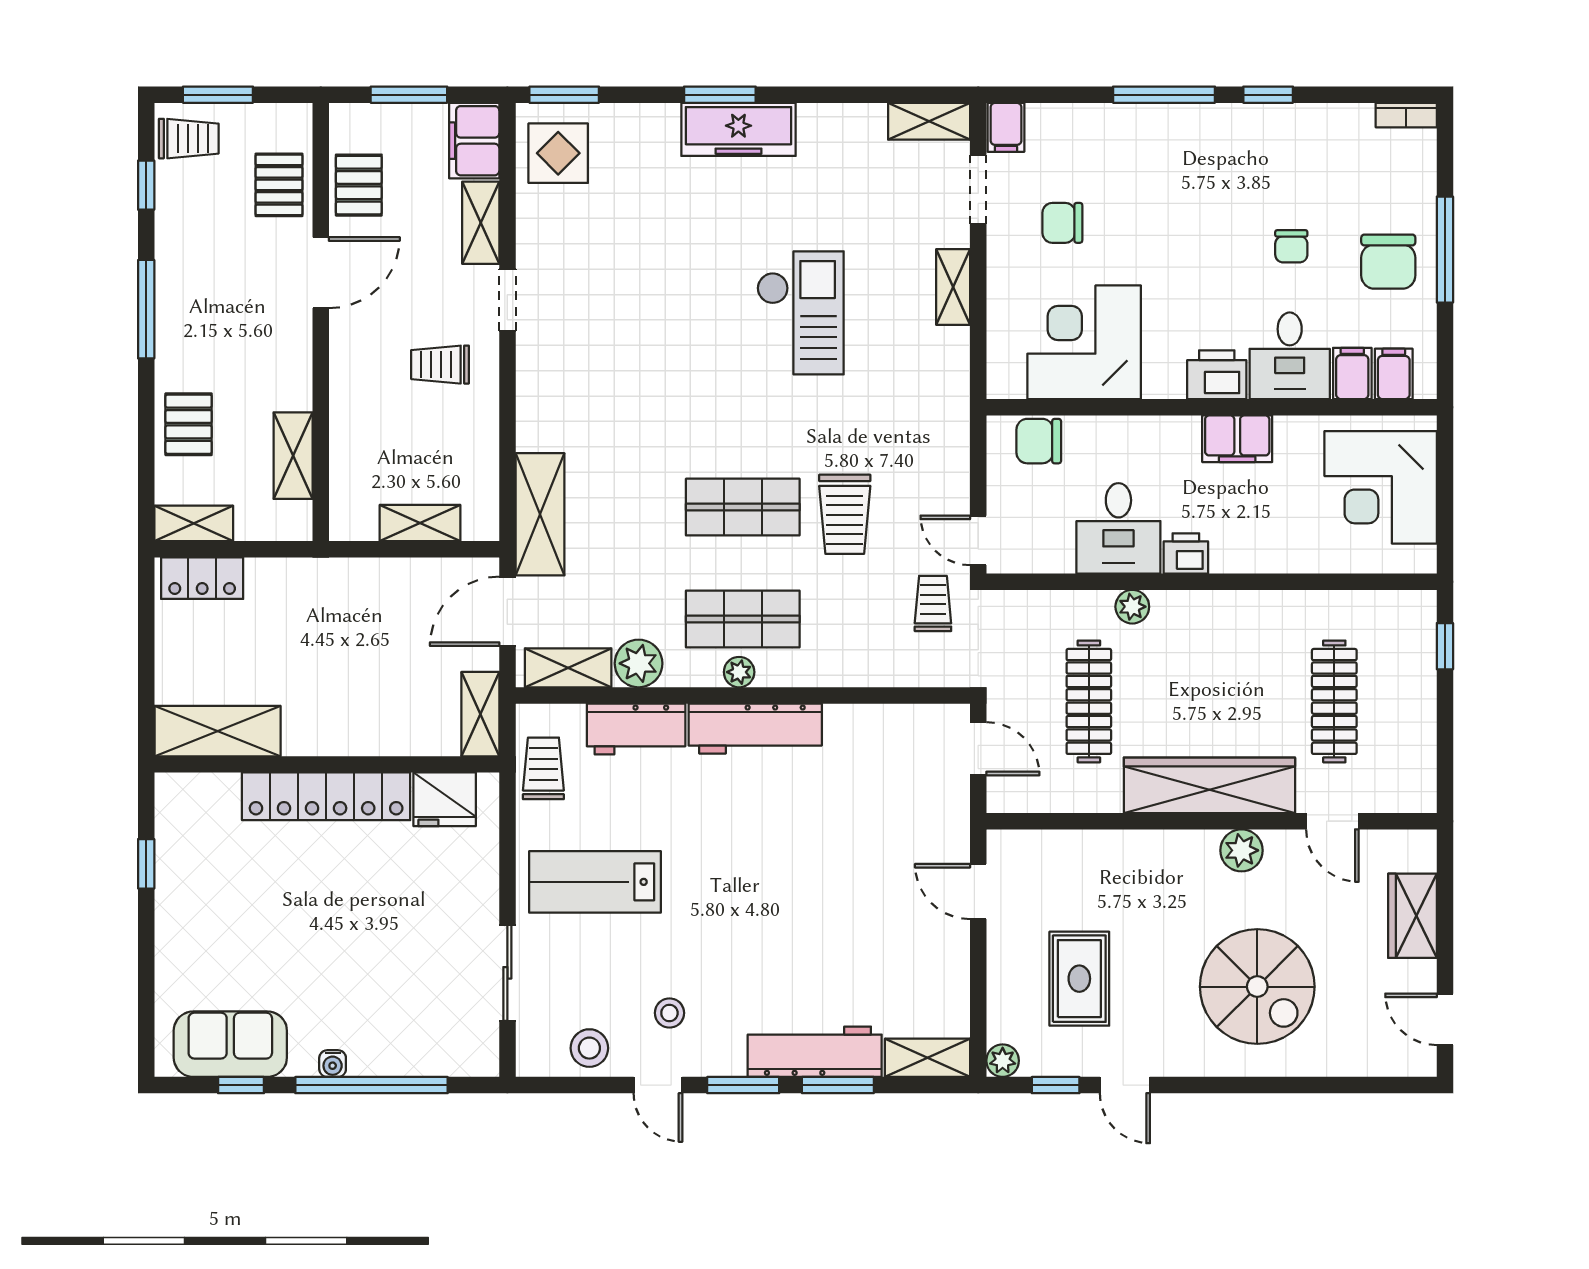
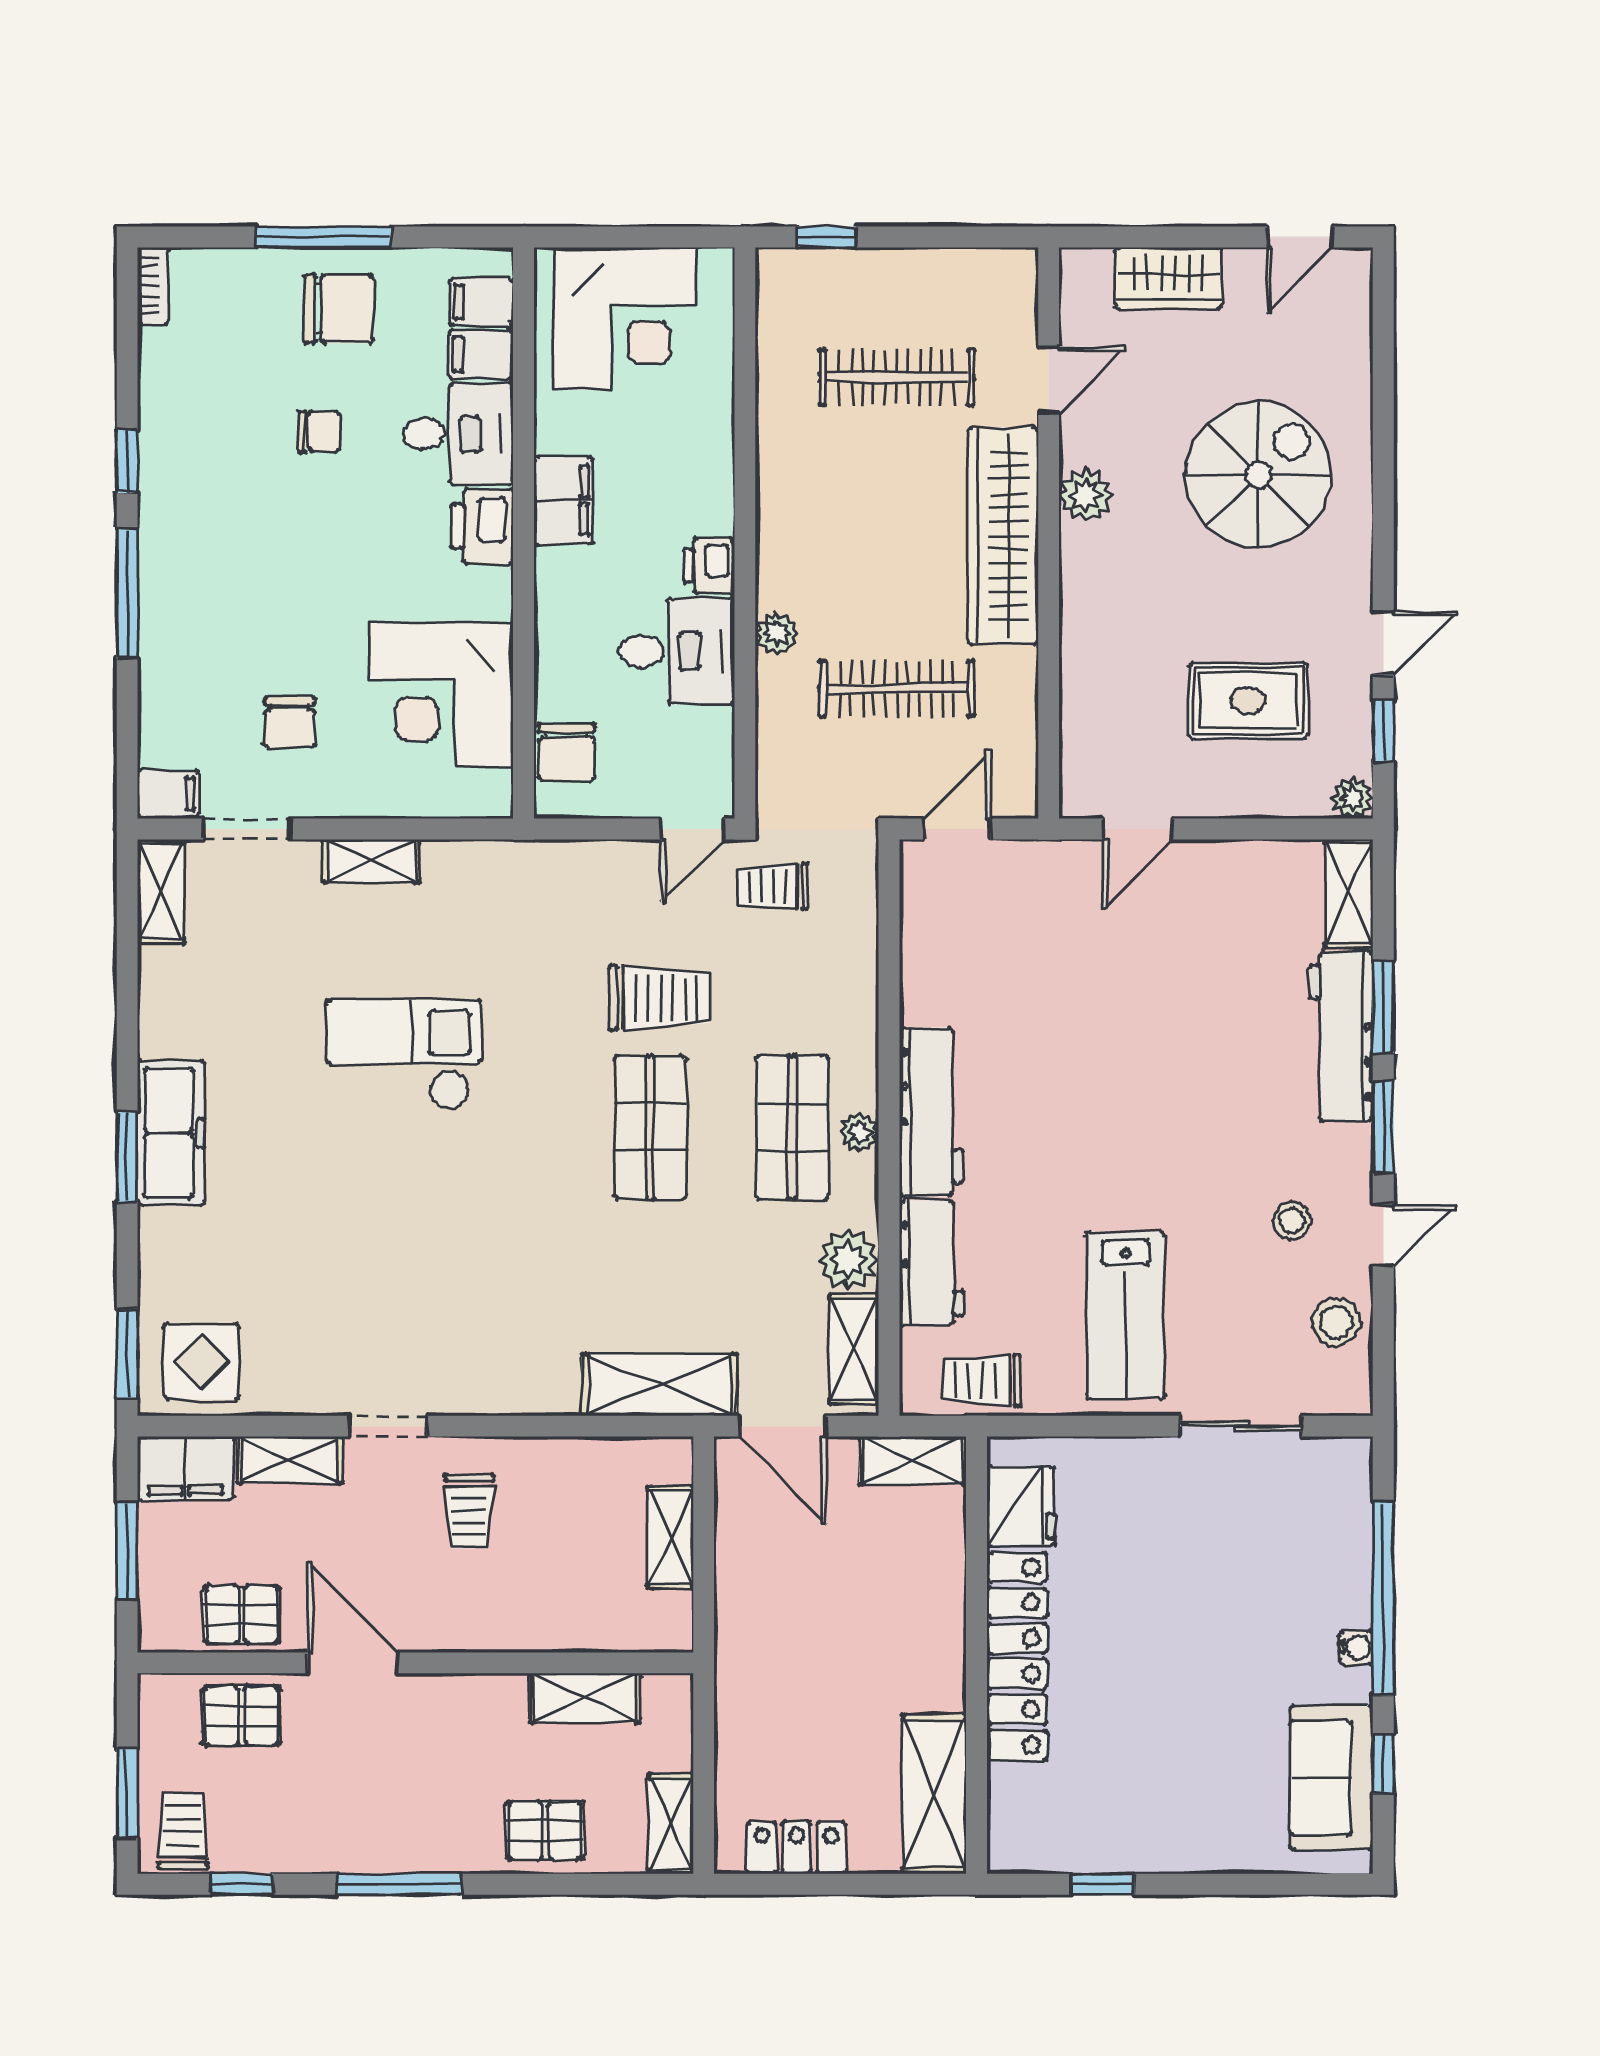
locker: (202, 578) -> (797, 1848), moved, turned -90

